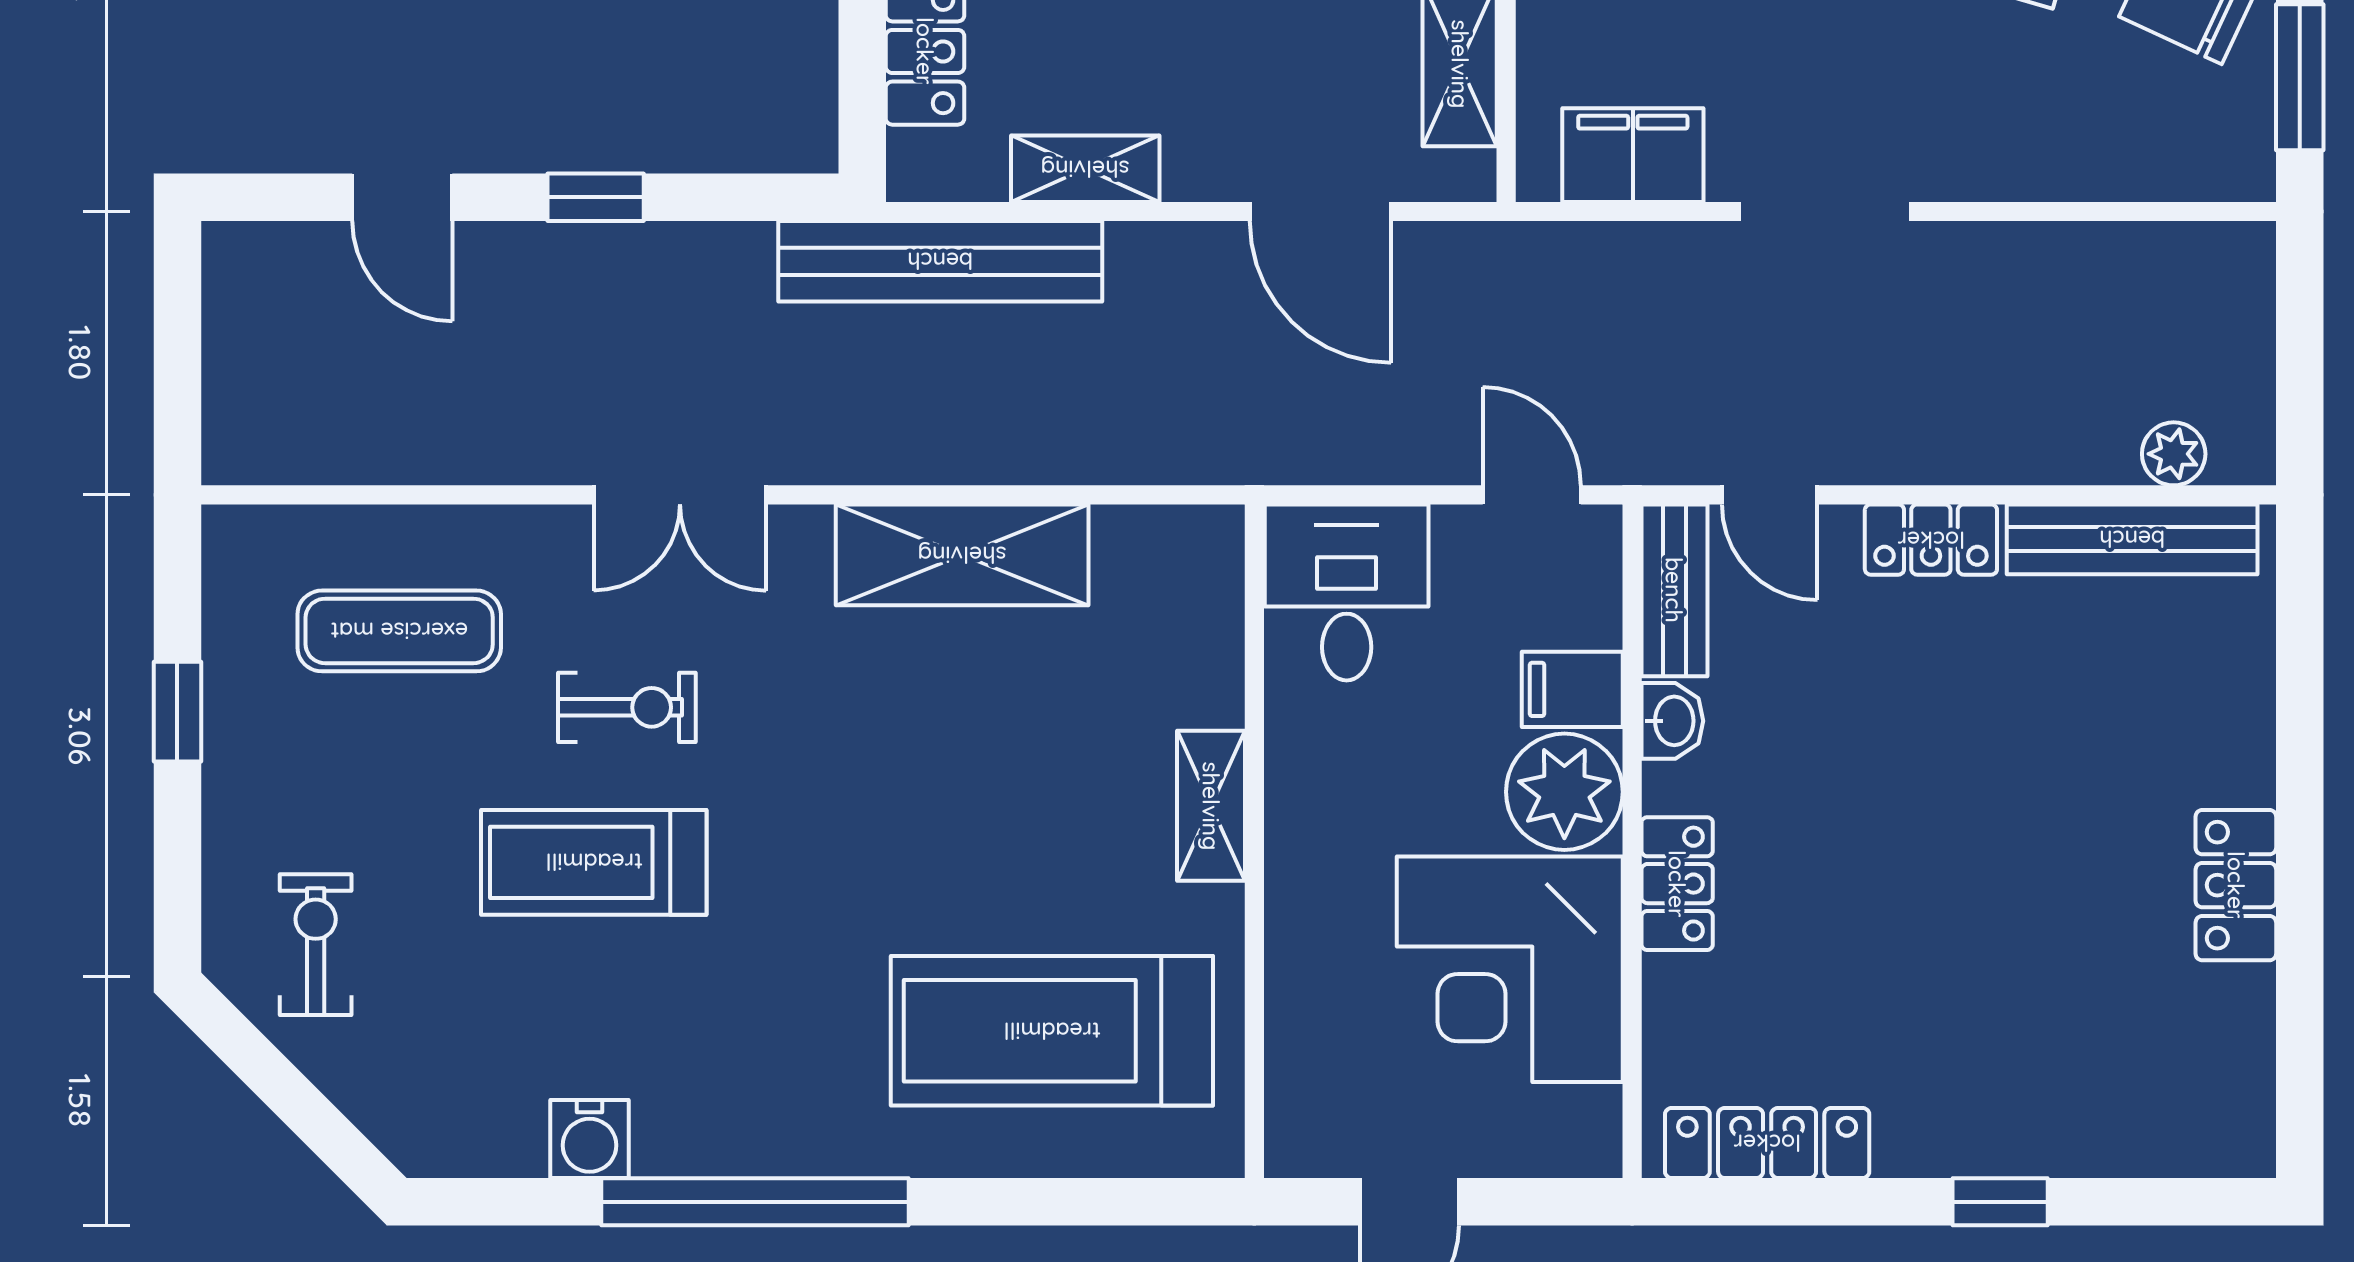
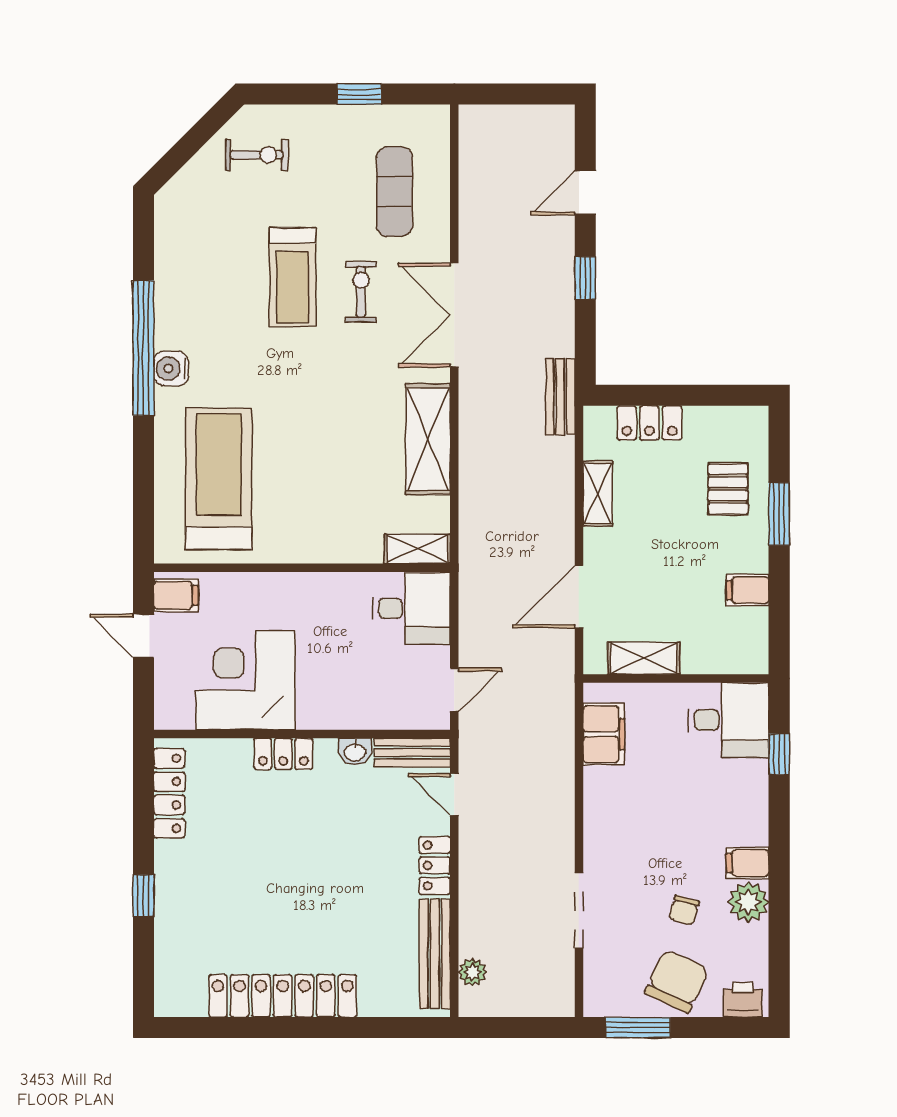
doorway: (1825, 212) -> (579, 911), moved
bench: (940, 261) -> (560, 397), width x0.54, depth x0.82
double door: (680, 495) -> (454, 315), width x1.37
door: (1770, 495) -> (454, 794), hinge flipped
filing cabinet: (1572, 689) -> (176, 595), moved, turned 90
exercise bike: (627, 707) -> (361, 292), turned 180
plant: (1564, 792) -> (324, 704), removed
shelving: (1211, 806) -> (417, 549), moved
treadmill: (594, 862) -> (293, 277), turned 180
locker: (2236, 885) -> (283, 996), width x2.16, depth x1.21
water cooler: (590, 1139) -> (171, 368), moved

